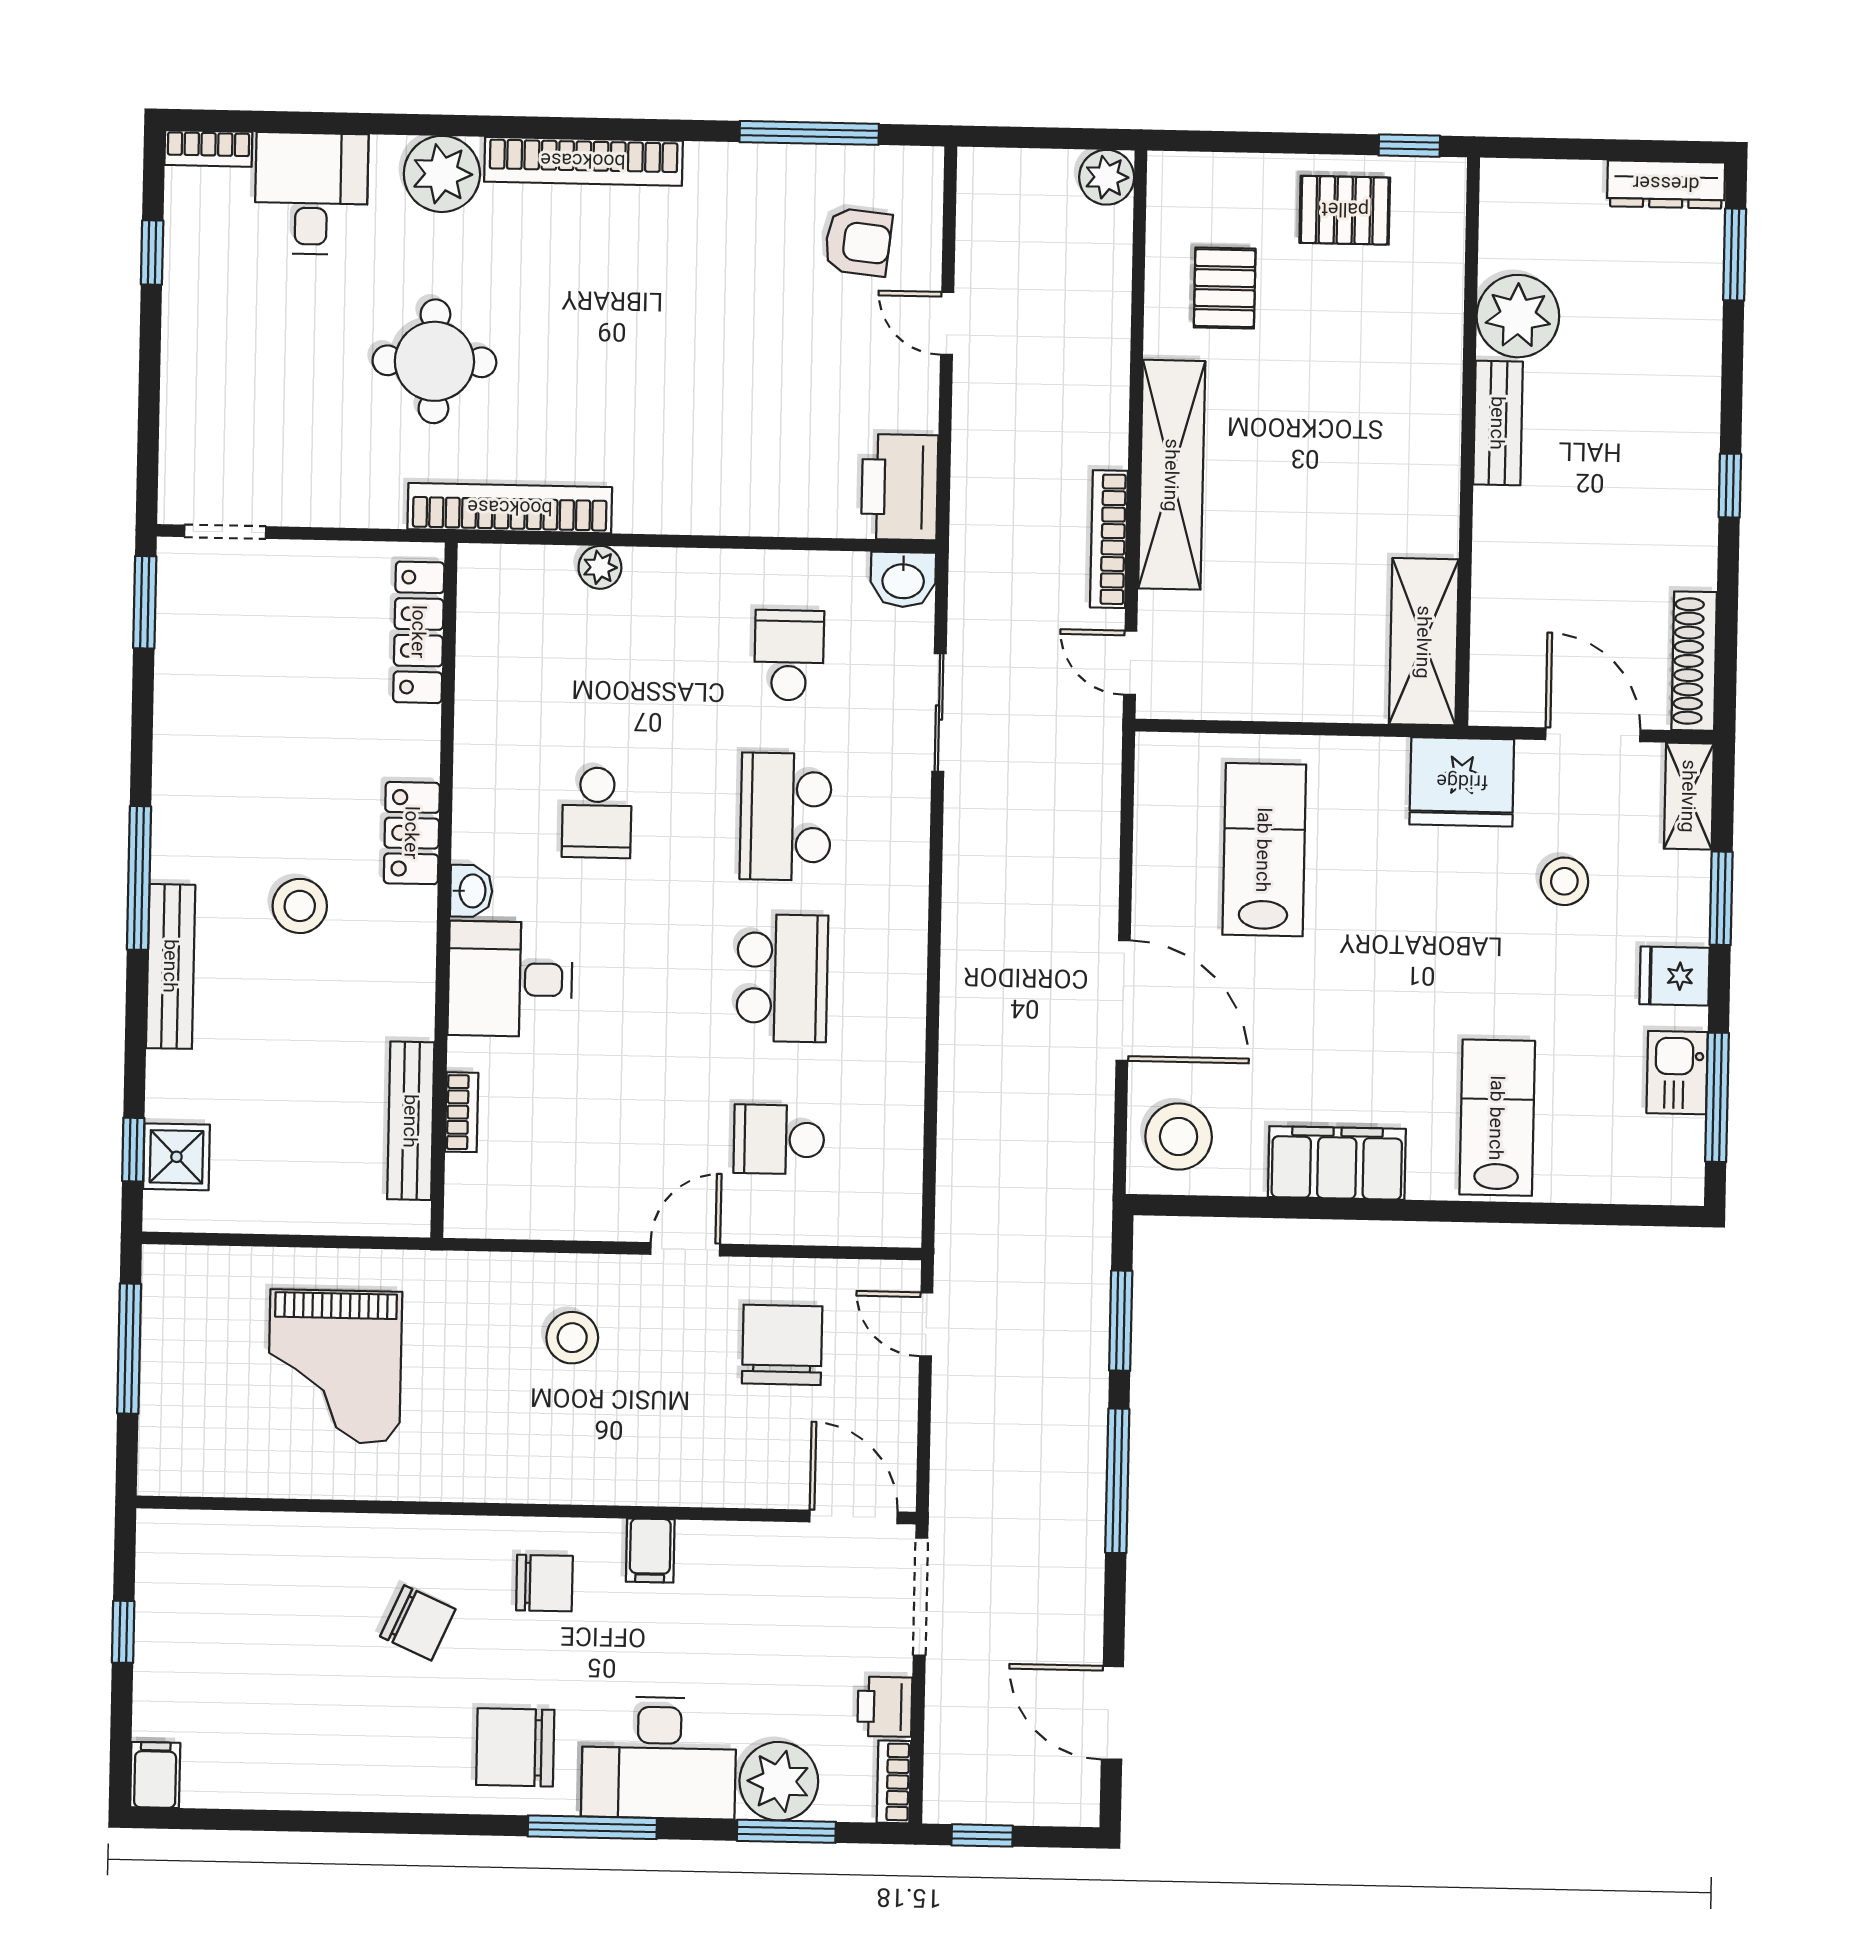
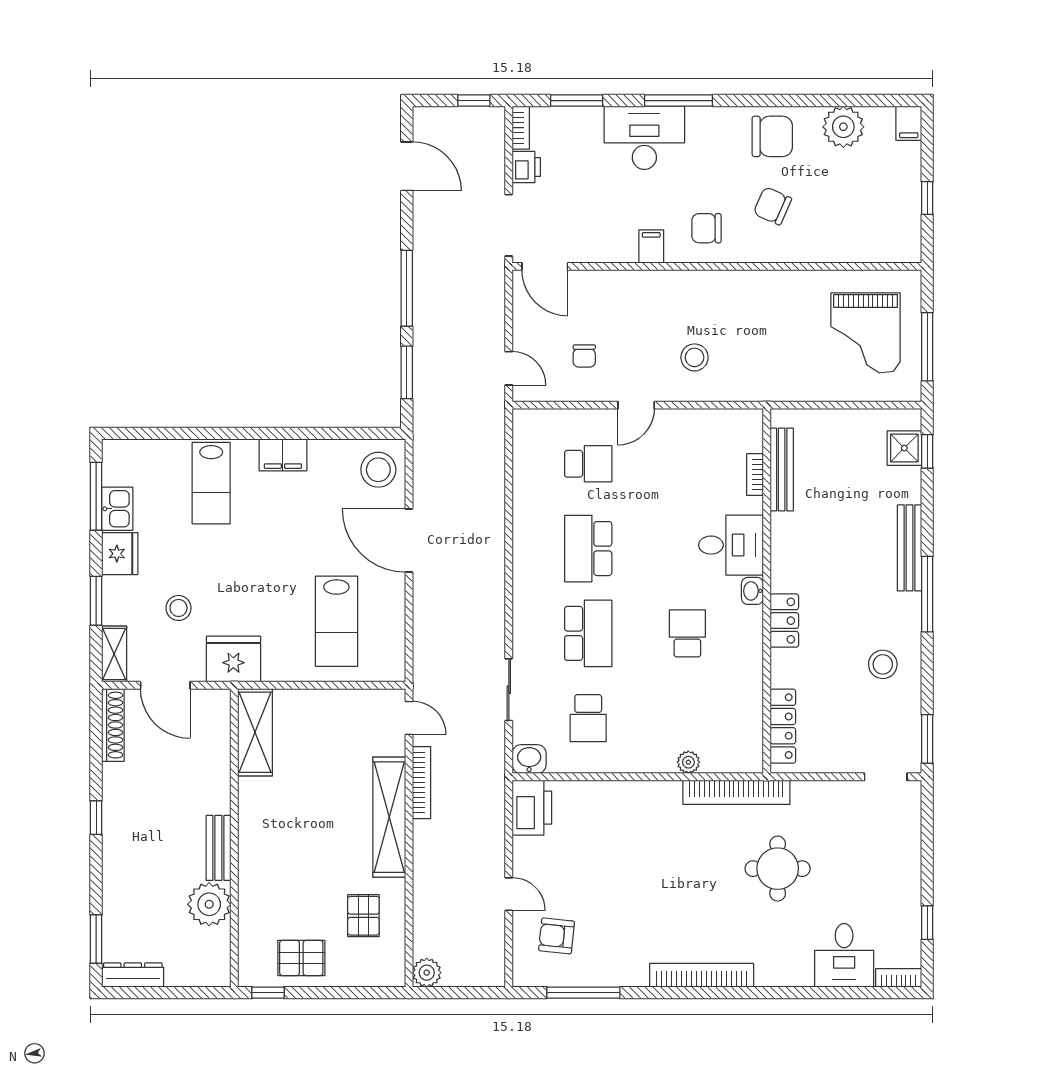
plant: (442, 174) -> (776, 967), removed
stool: (300, 906) -> (883, 664), moved
fridge: (1674, 976) -> (120, 554), width x1.38
filing cabinet: (1337, 1163) -> (283, 455), width x0.67, depth x0.86
chair: (782, 1345) -> (584, 356), width x0.54, depth x0.54
grand piano: (335, 1366) -> (866, 333), moved, turned 180
chair: (515, 1747) -> (772, 136), moved
plant: (779, 1781) -> (843, 127), moved

